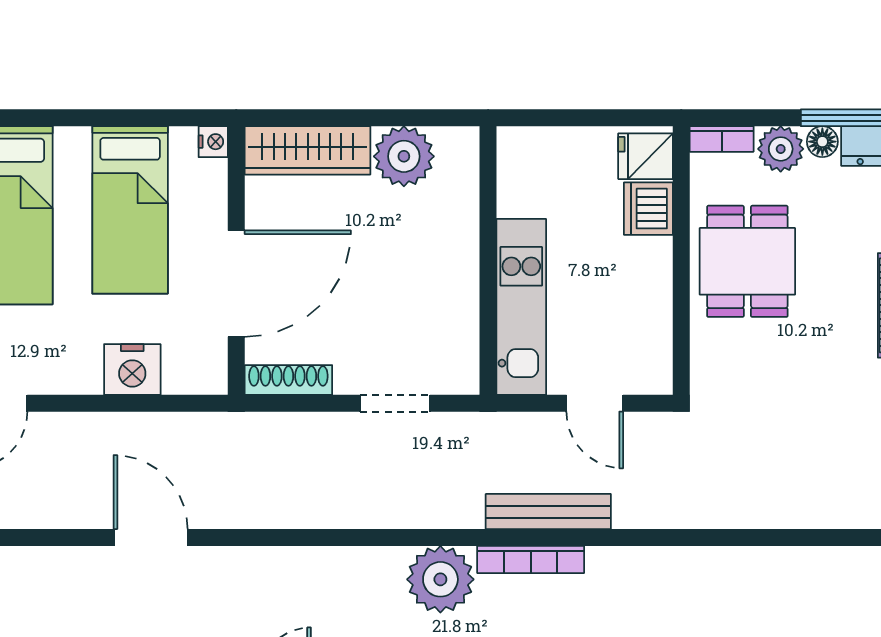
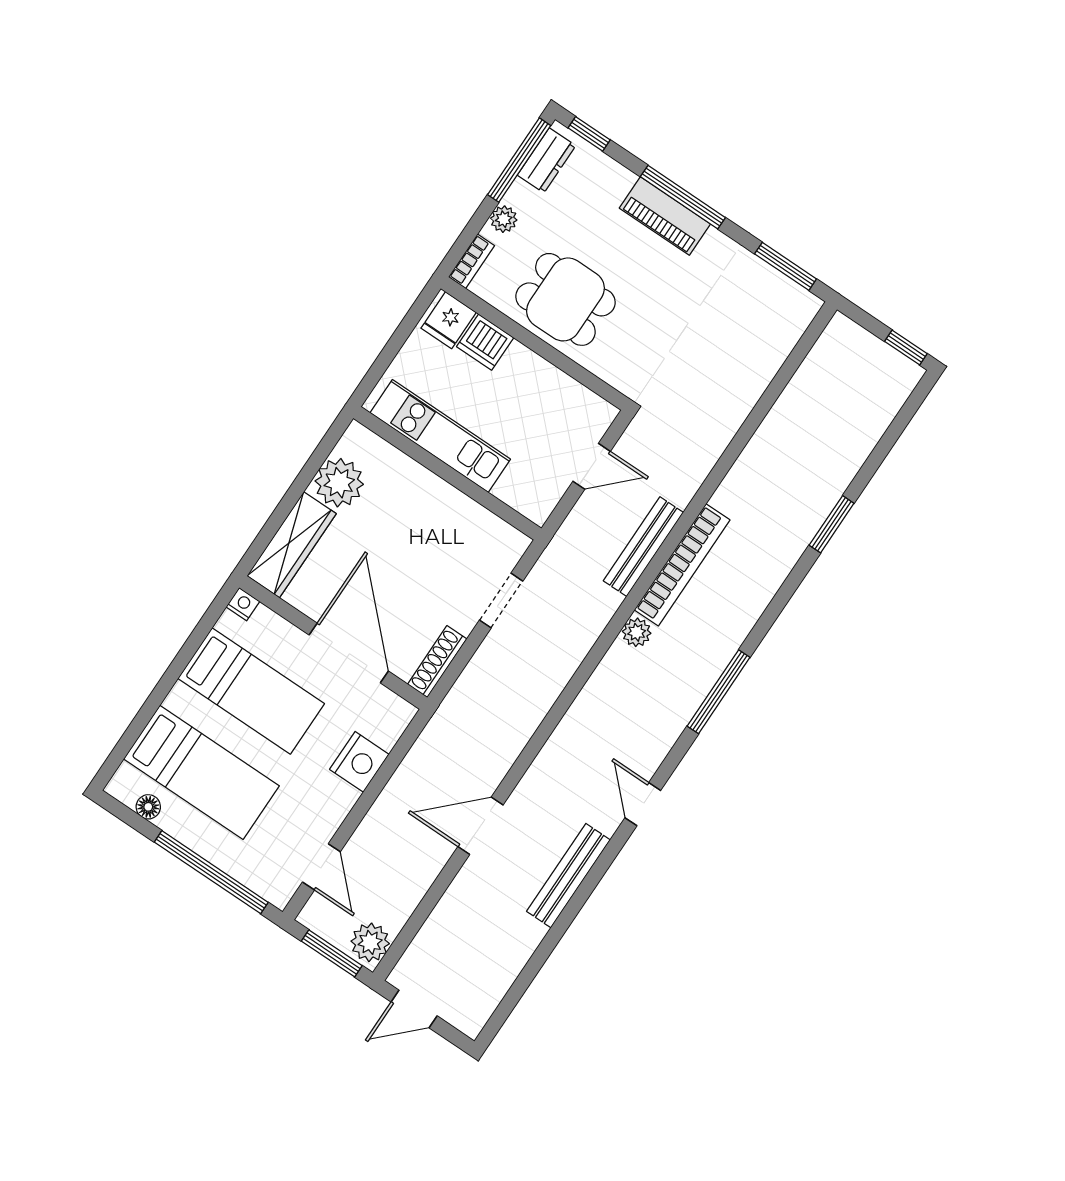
floor lamp: (822, 142) -> (519, 195), removed
plant: (781, 149) -> (504, 219), width x0.73, depth x0.73
kitchen unit: (521, 307) -> (440, 436), moved
bookcase: (531, 560) -> (682, 565), width x1.48, depth x1.31
plant: (440, 579) -> (637, 632), width x0.53, depth x0.53

